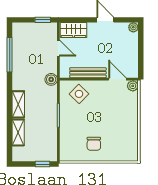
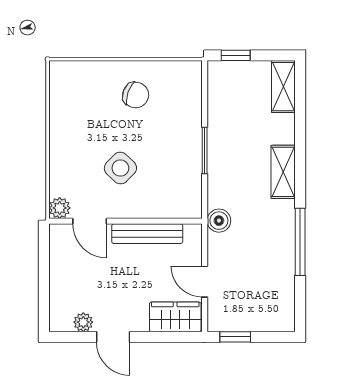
plant: (133, 27) -> (83, 322), moved
window: (10, 55) -> (300, 242), moved
side table: (79, 94) -> (120, 168), moved
shelving: (18, 132) -> (283, 87), moved
chair: (94, 144) -> (136, 95), turned 110

